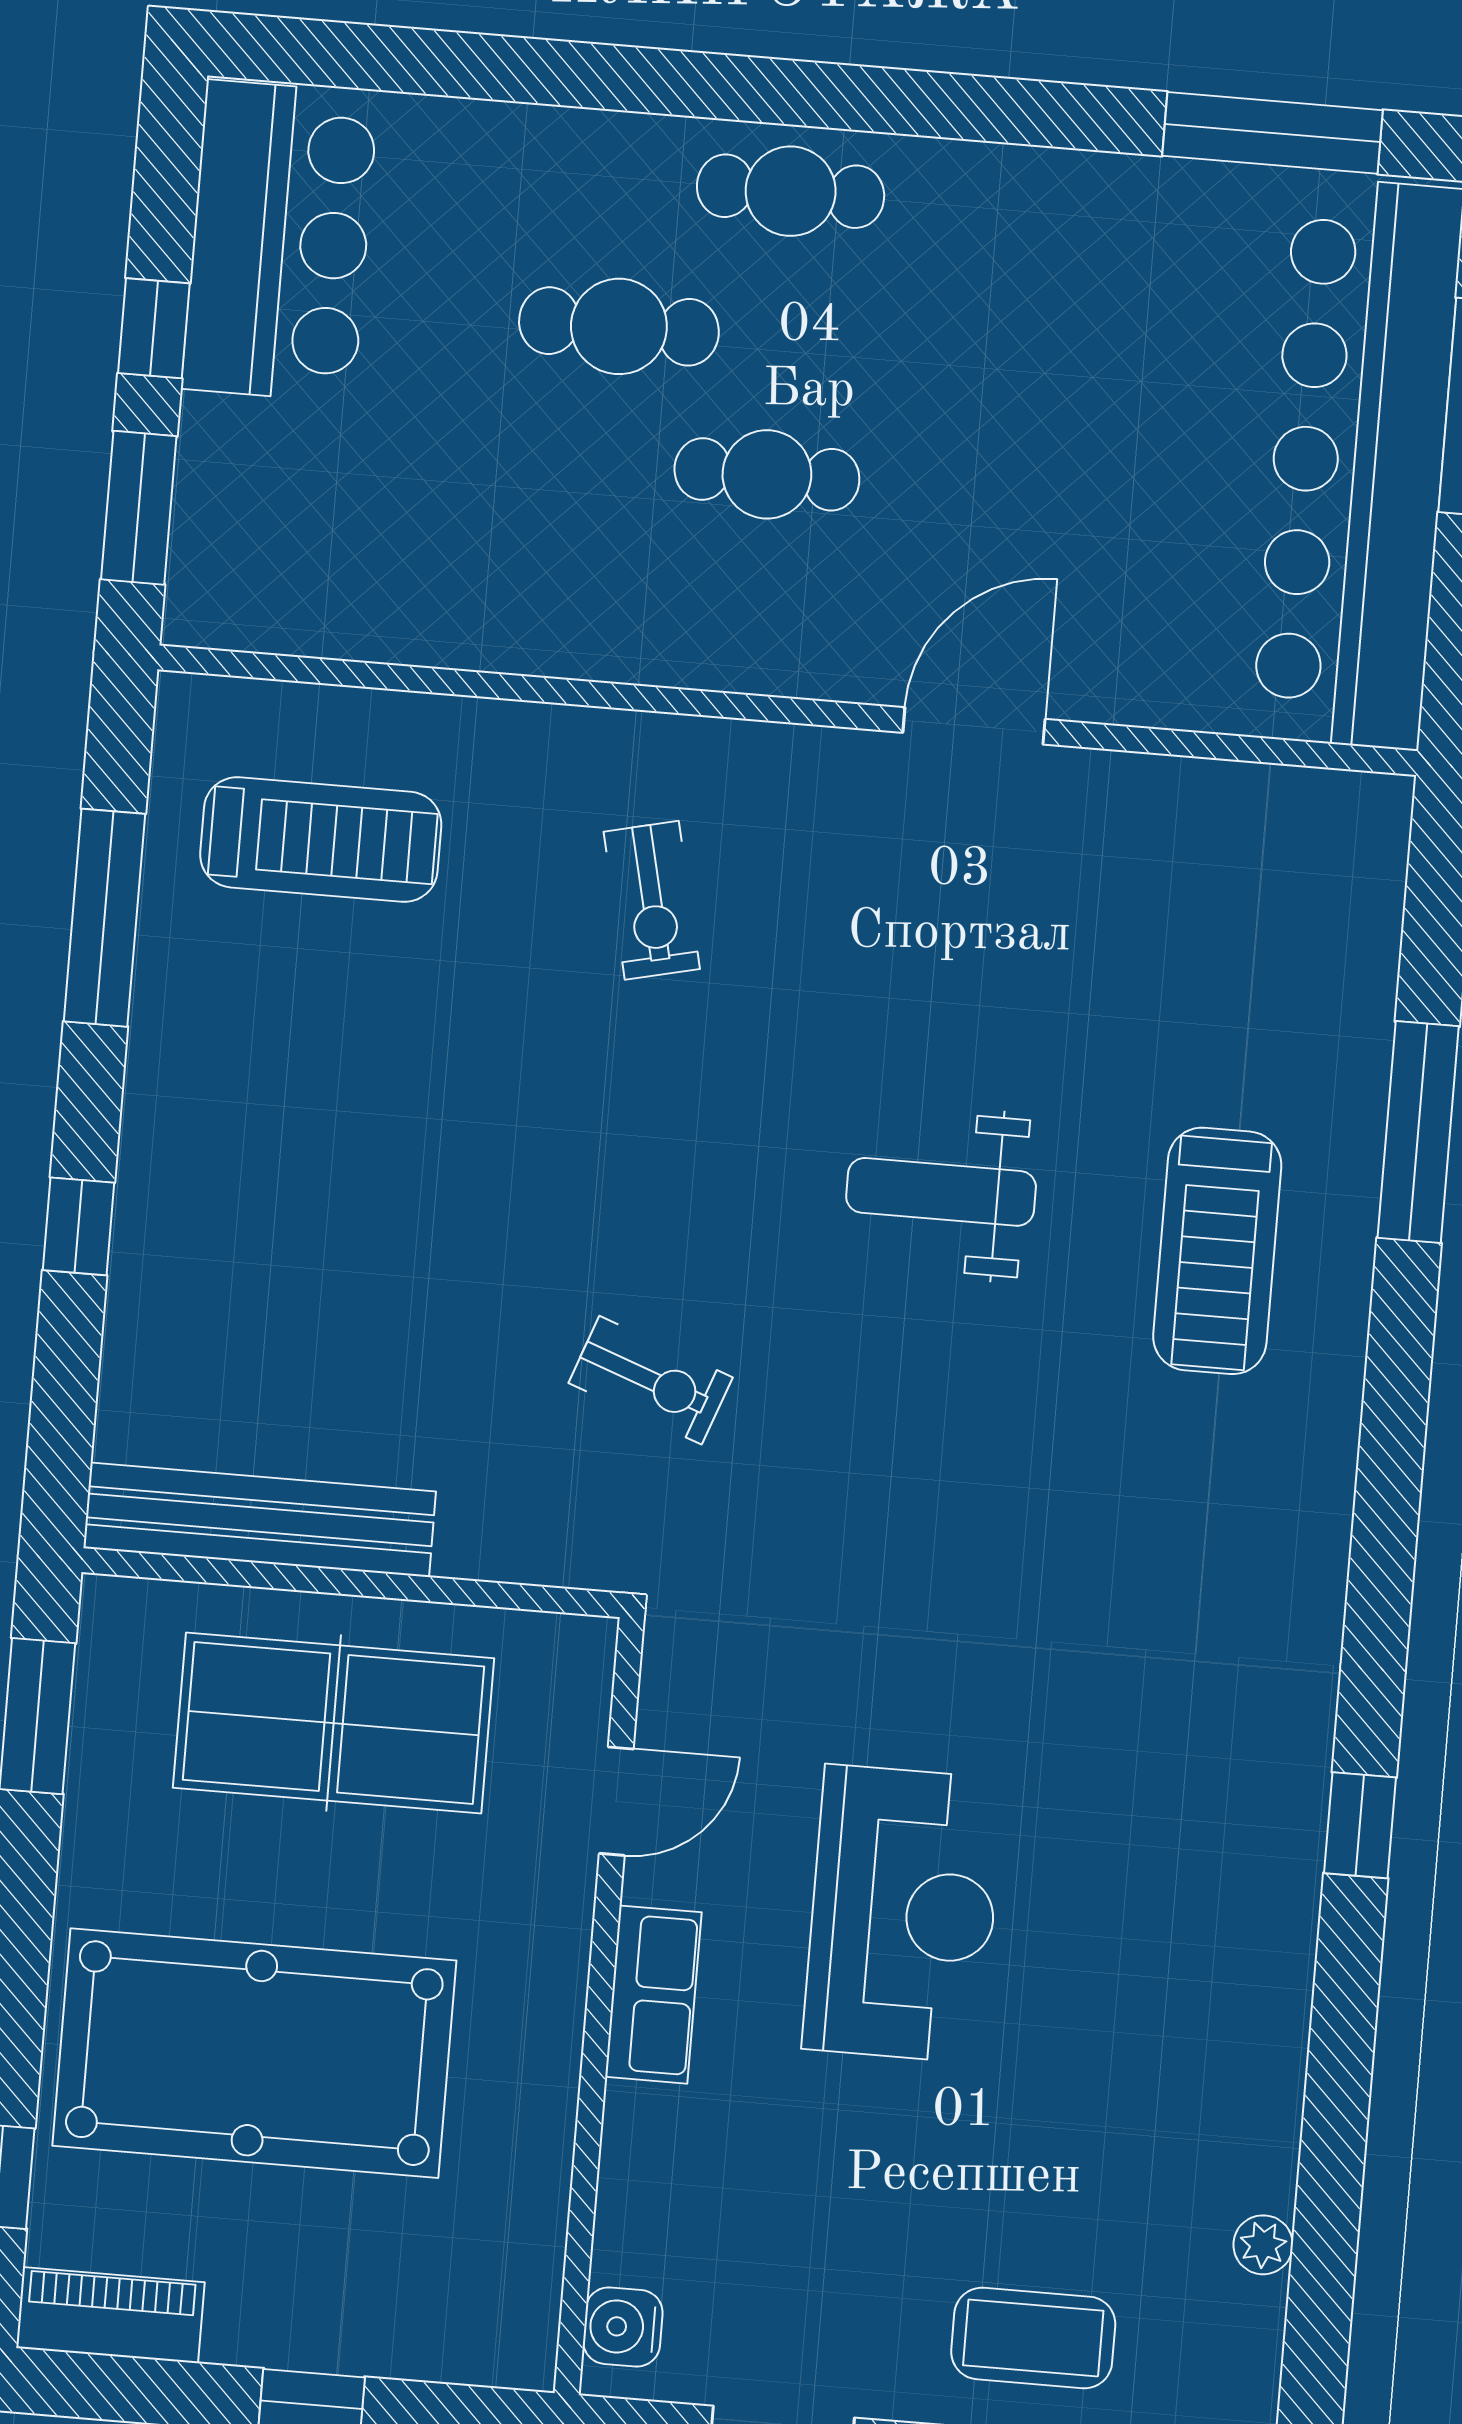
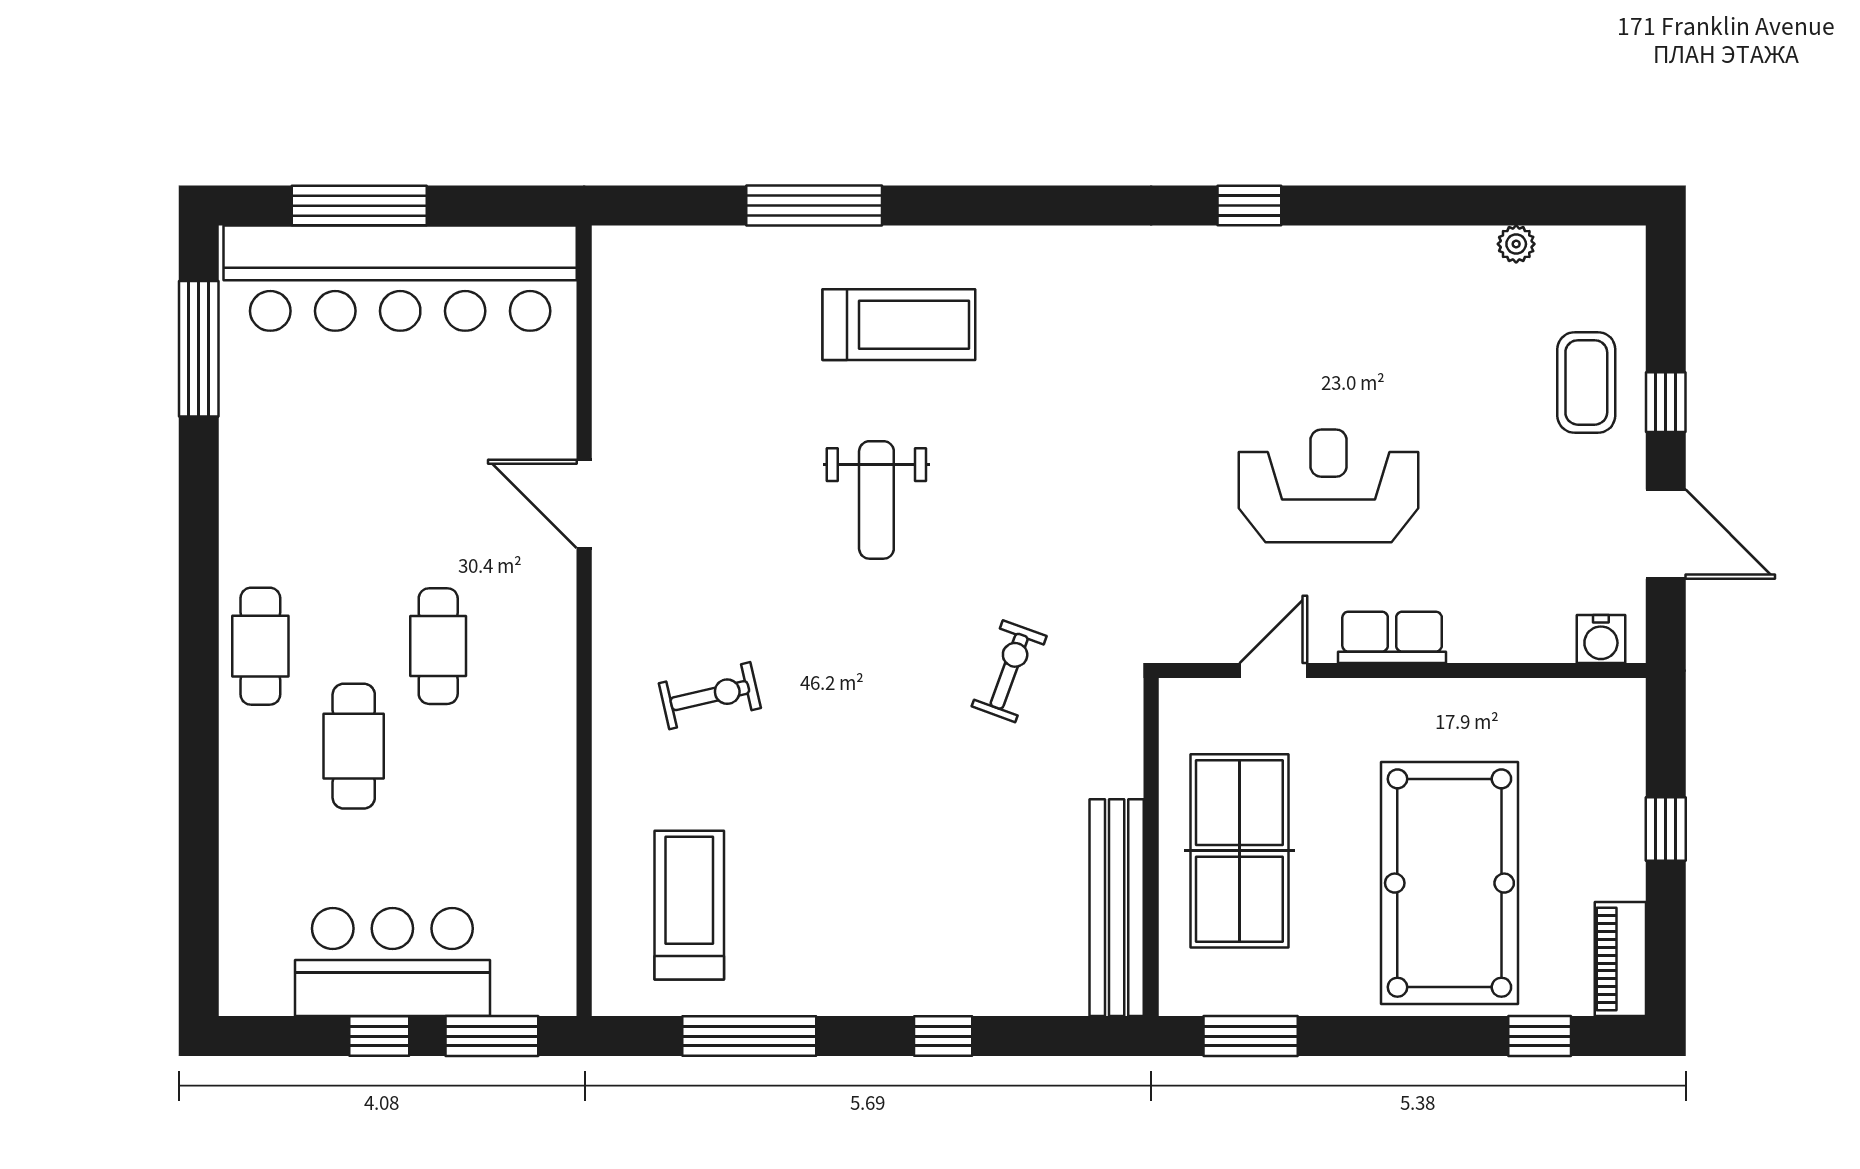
bar counter: (280, 241) -> (392, 962), moved
door: (616, 1801) -> (1273, 671), hinge flipped

